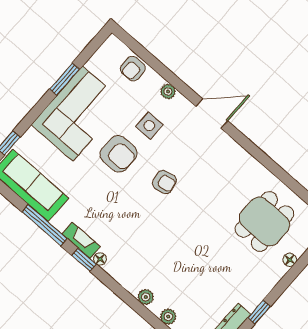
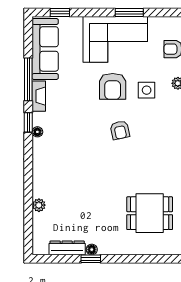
fireplace: (81, 240) -> (39, 96), moved
floor lamp: (290, 260) -> (92, 250), moved
plant: (146, 297) -> (39, 181), removed

